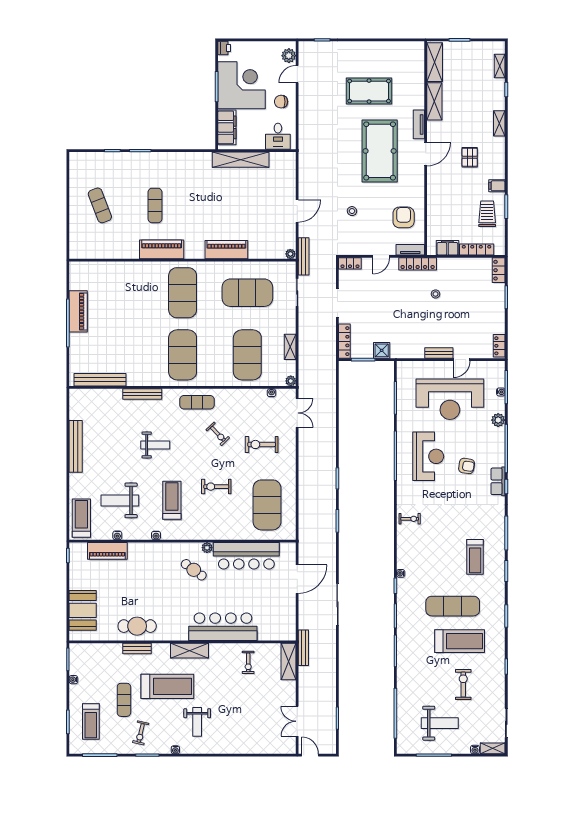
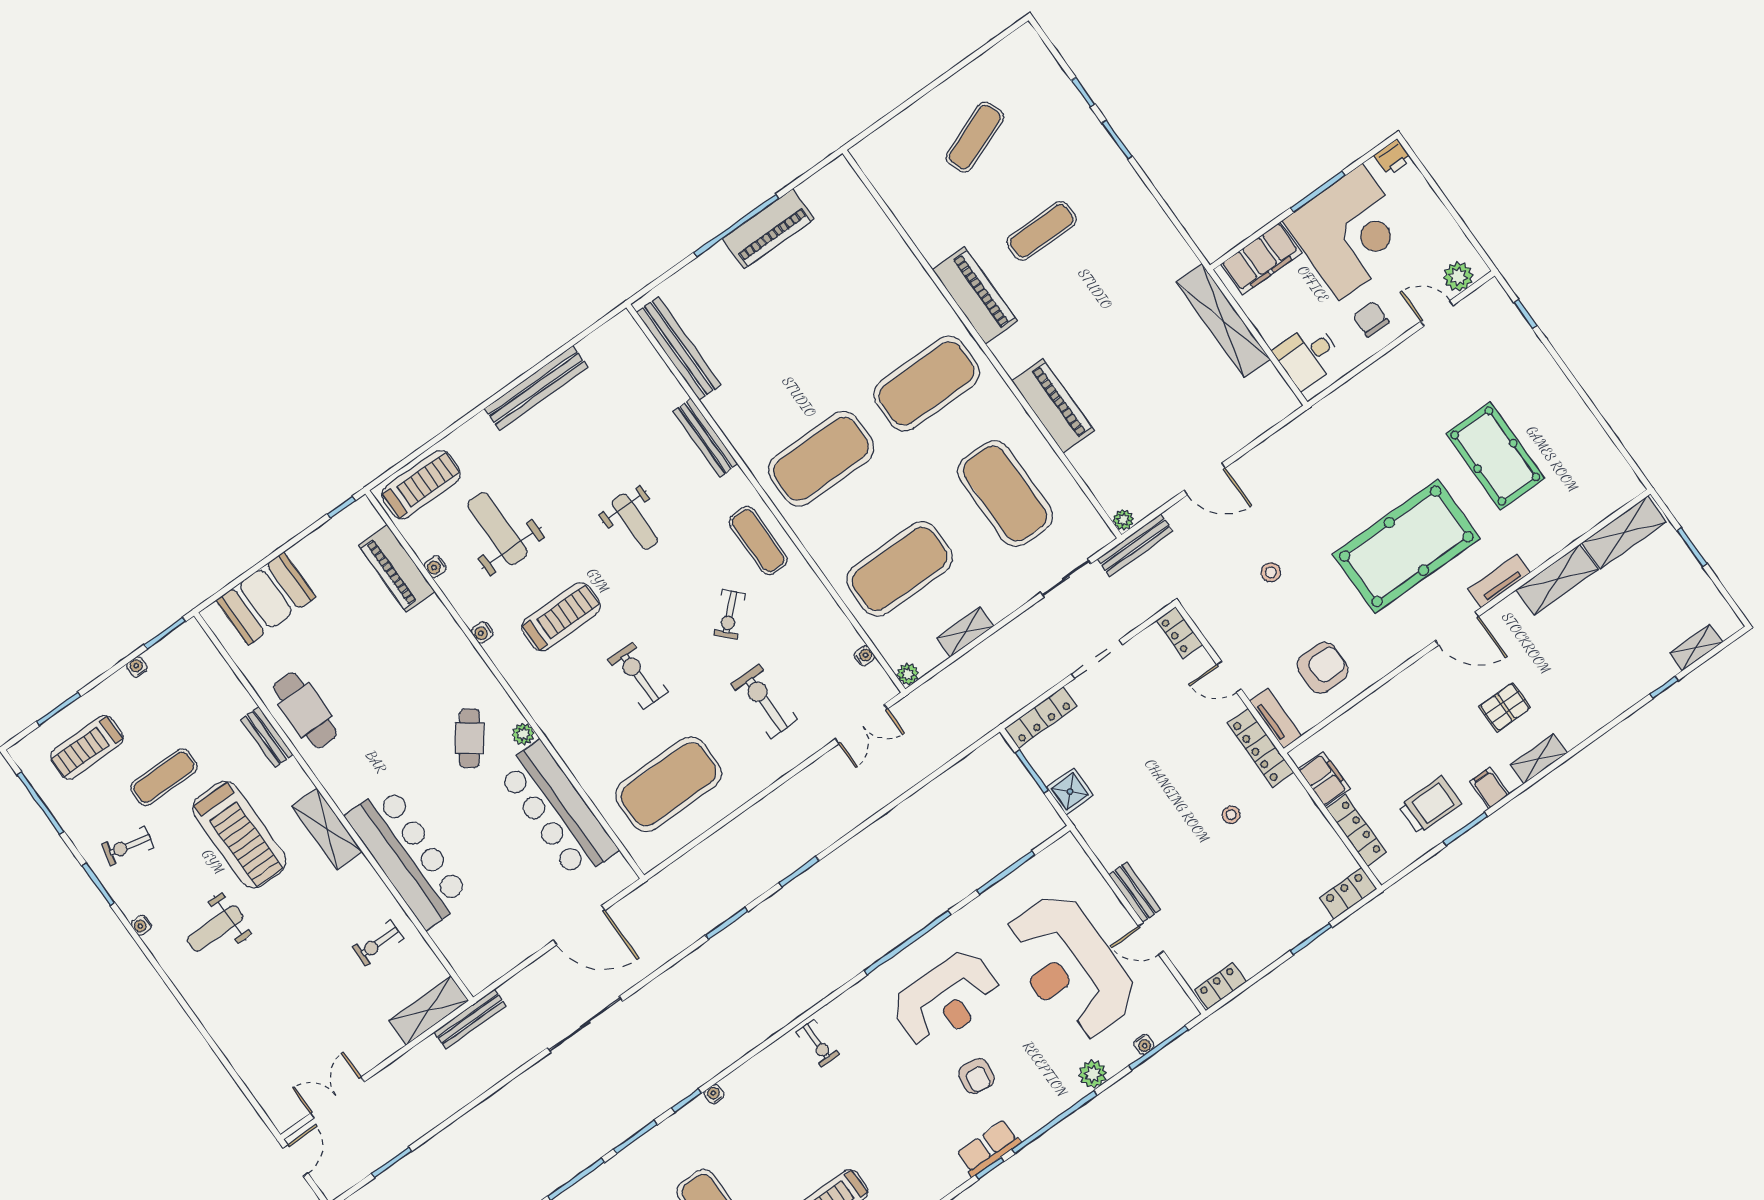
shelving: (499, 123) -> (1539, 759), moved

